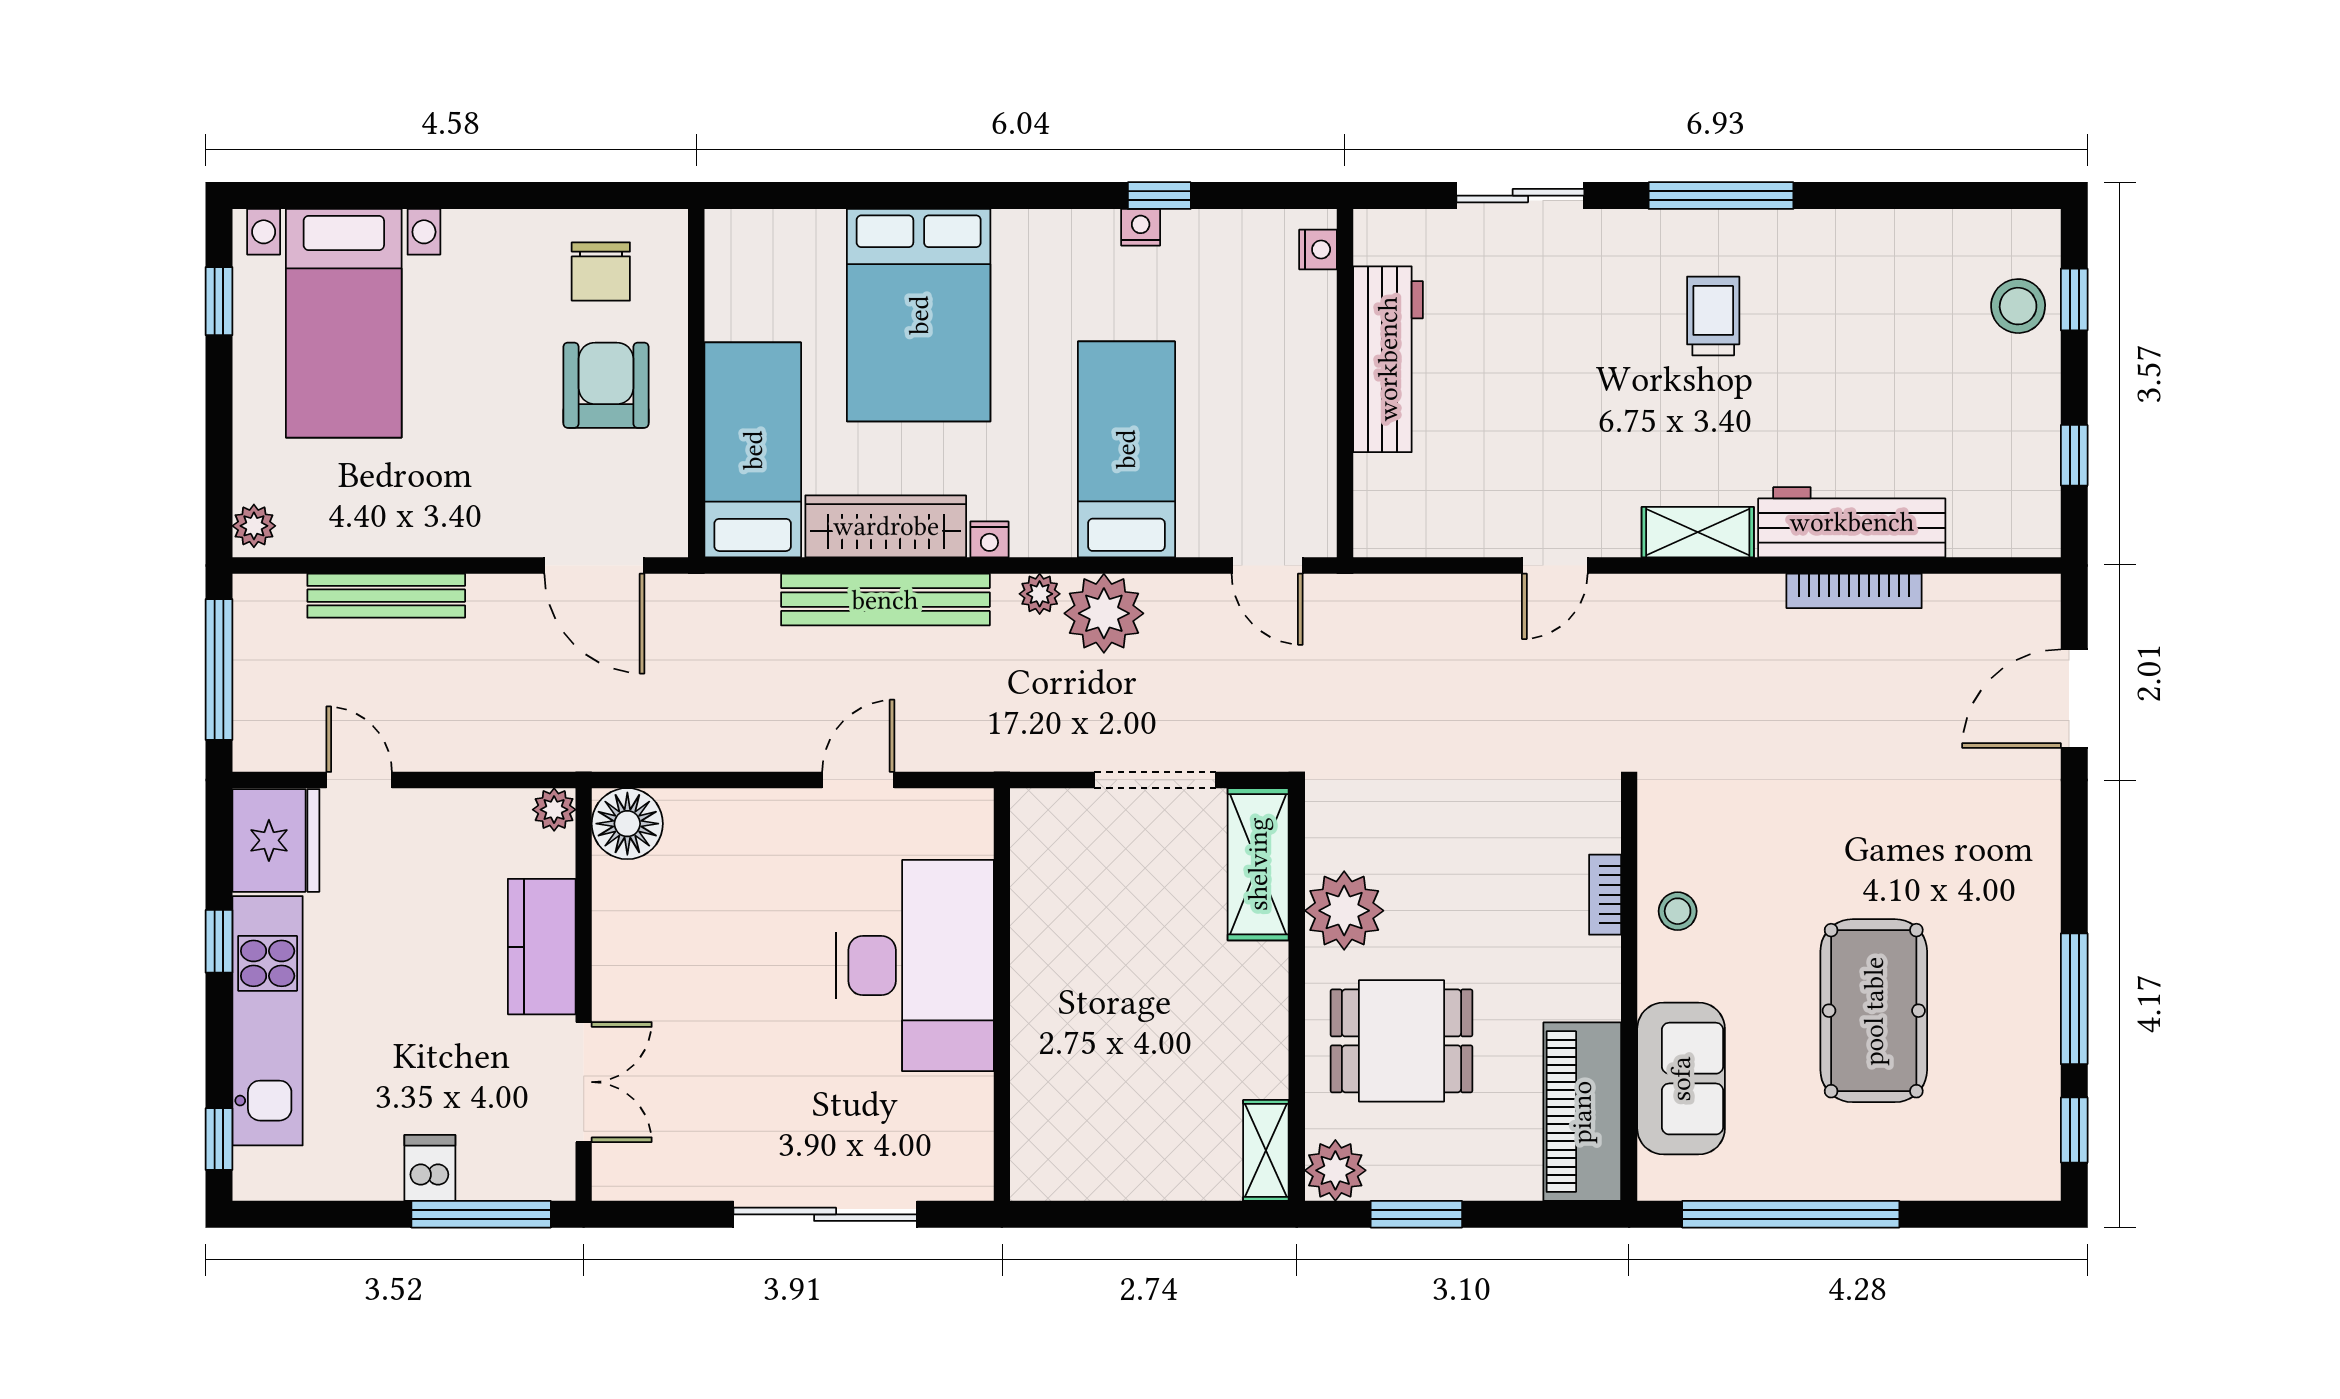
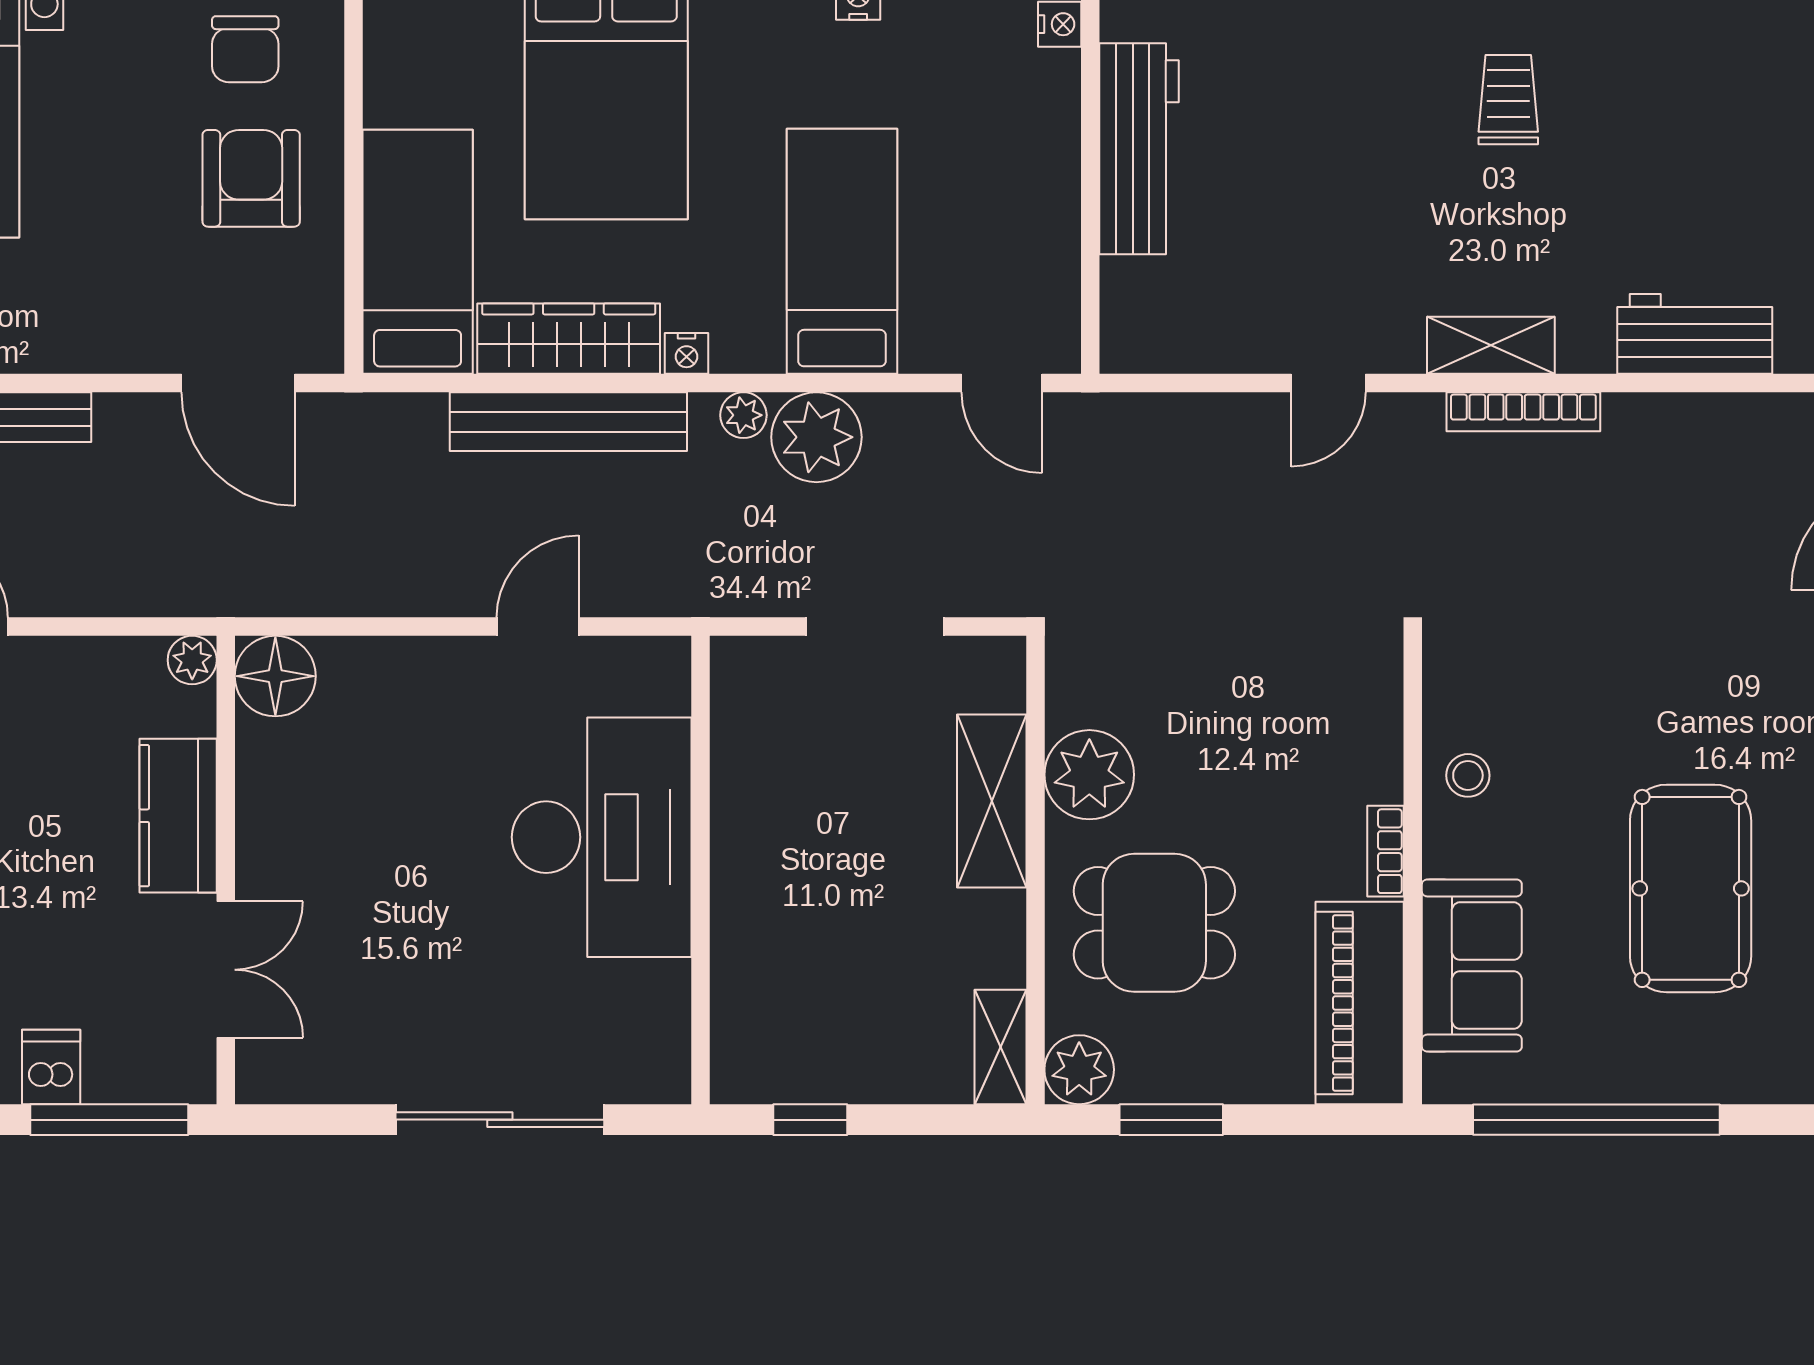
workbench: (1852, 522) -> (1695, 334), width x0.73
bookcase: (1854, 591) -> (1523, 412), moved
shelving: (1258, 864) -> (992, 801), moved
bookcase: (1605, 895) -> (1385, 851), moved
window: (1098, 1214) -> (810, 1120), added

